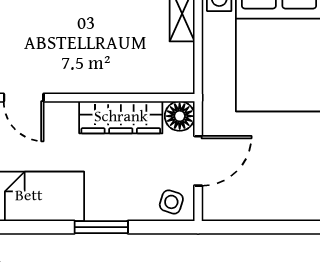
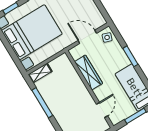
floor lamp: (180, 116) -> (76, 52), removed

